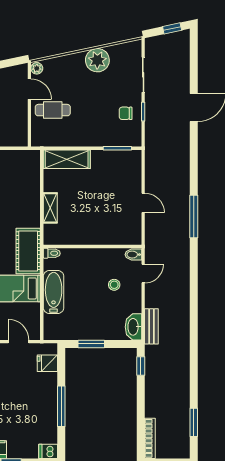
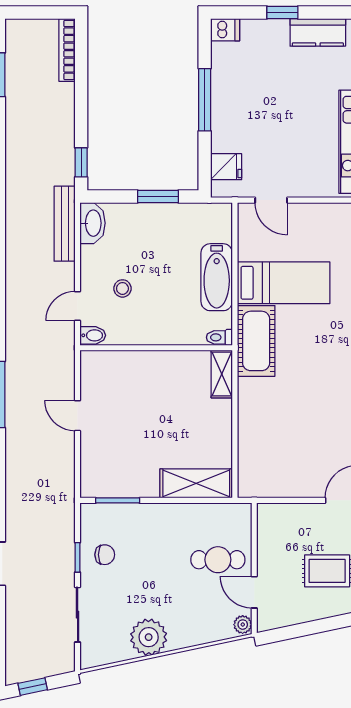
shelving: (50, 208) -> (222, 374), moved
bench: (151, 326) -> (65, 224), width x1.36

